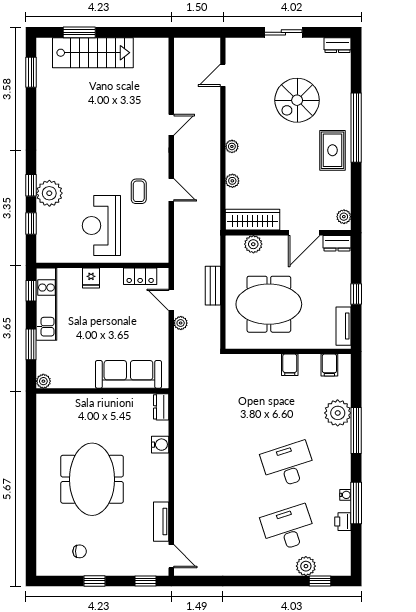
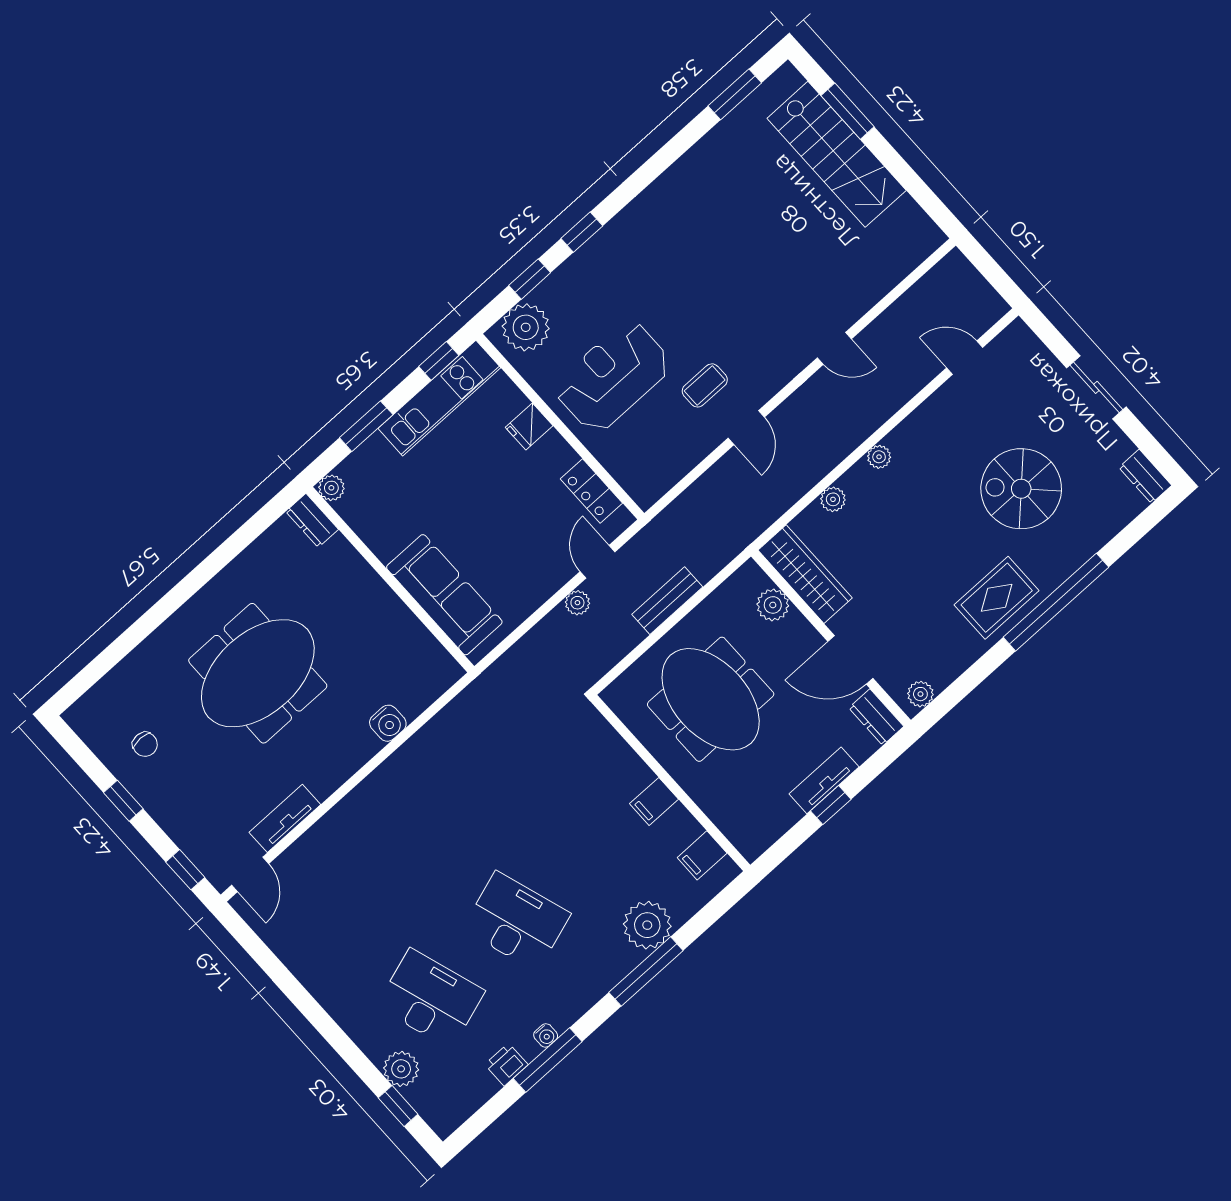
plant: (49, 193) -> (526, 327), moved
tv unit: (344, 326) -> (824, 780), moved
dresser: (161, 407) -> (312, 520), moved, turned -90

